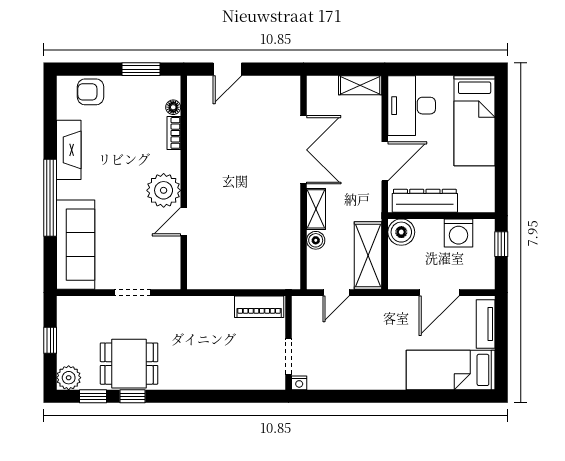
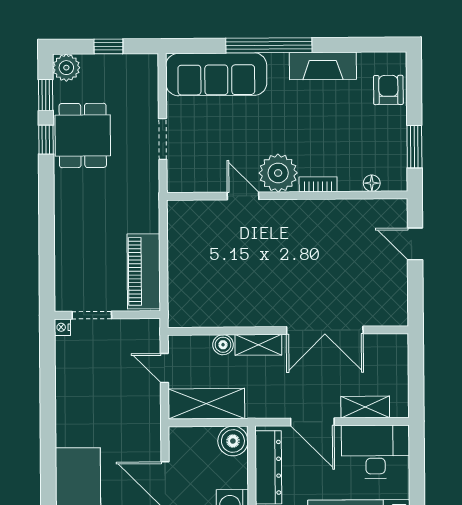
shelving: (360, 85) -> (365, 407), moved, turned 90
bookcase: (174, 133) -> (318, 184), moved
piano: (259, 307) -> (144, 271), width x1.37, depth x1.33

